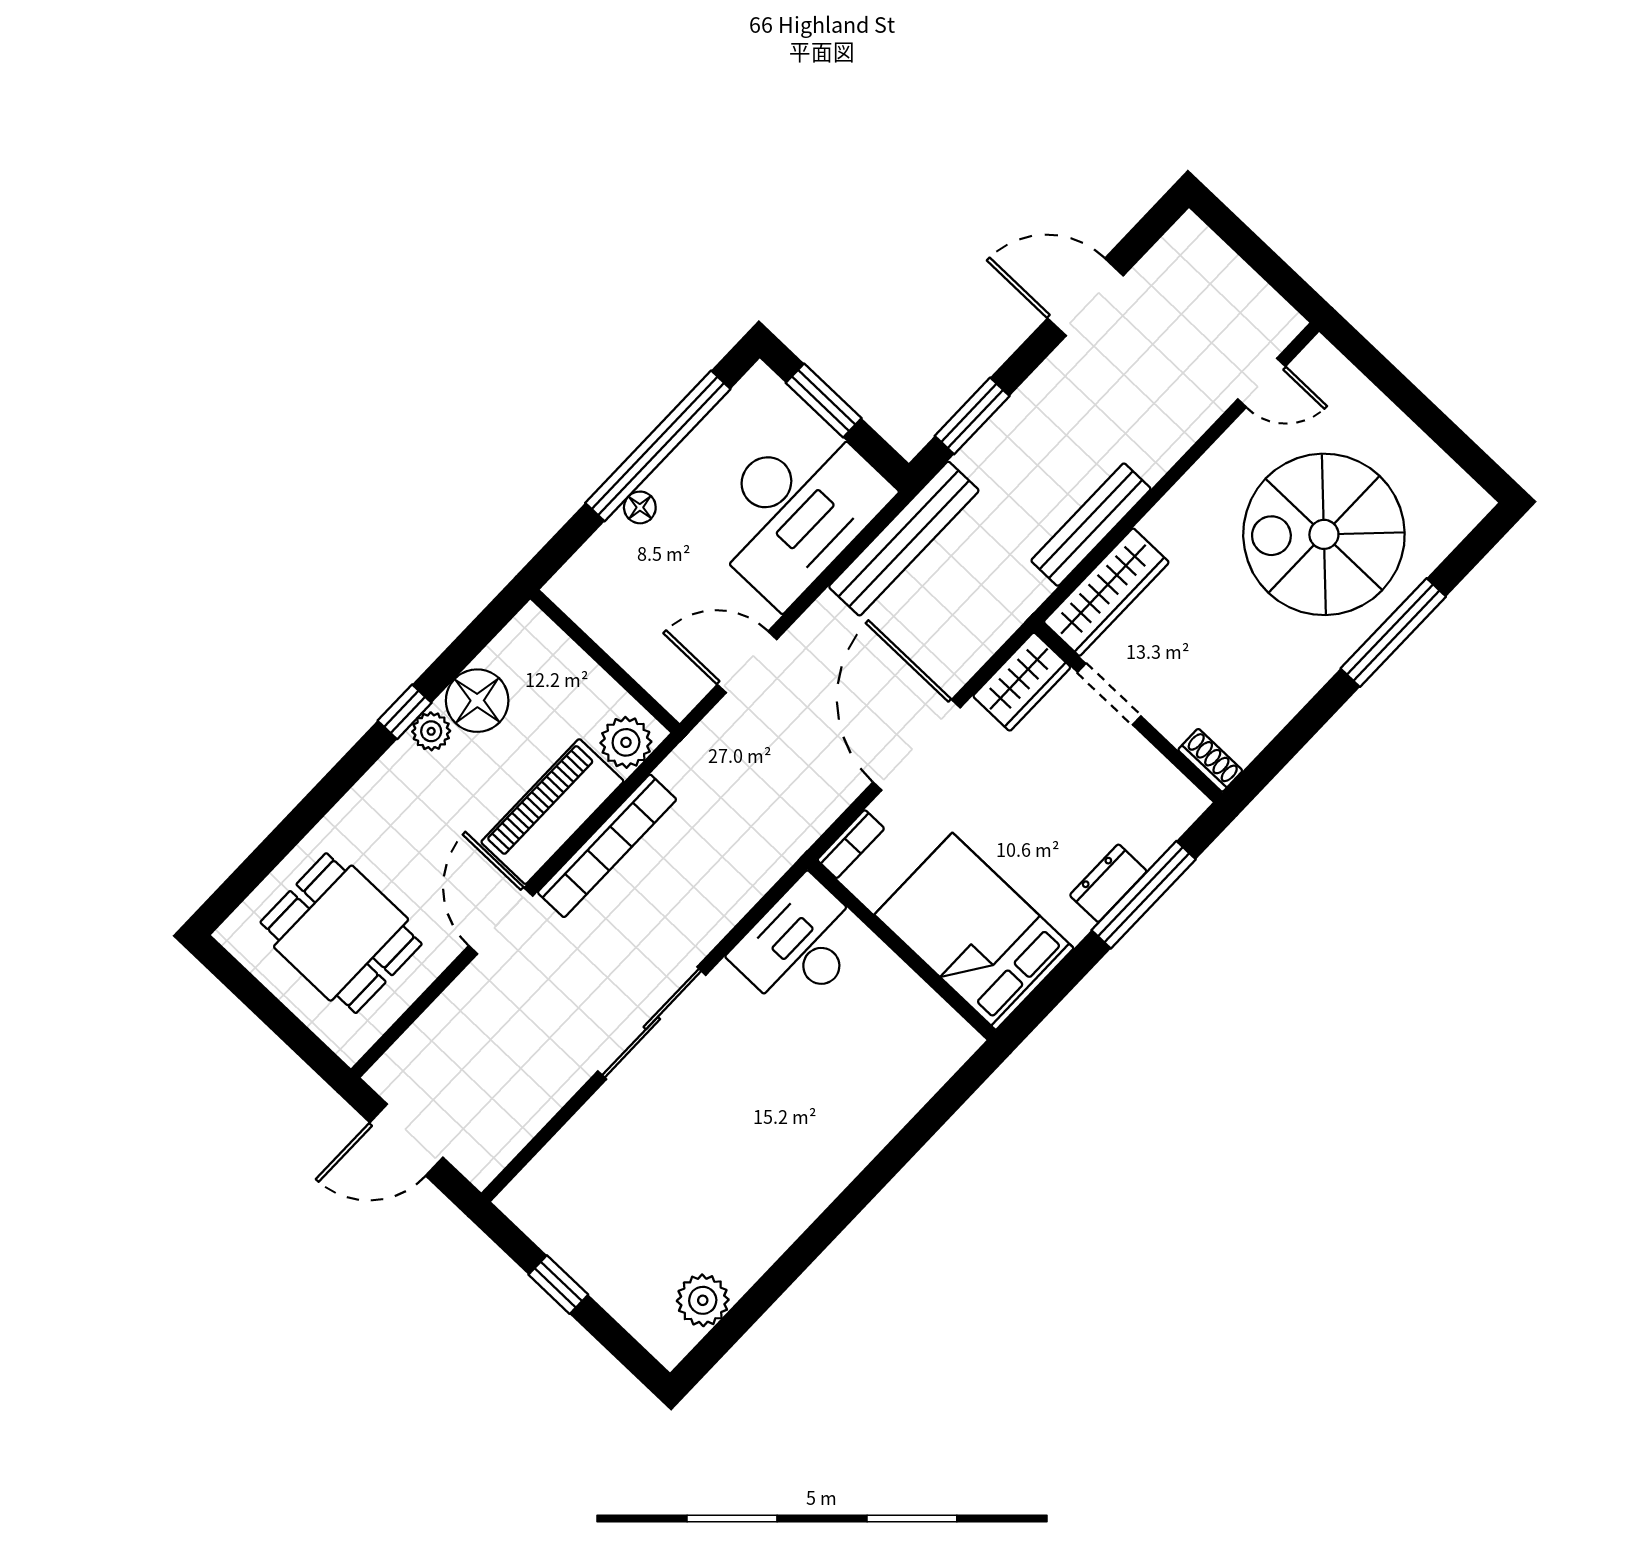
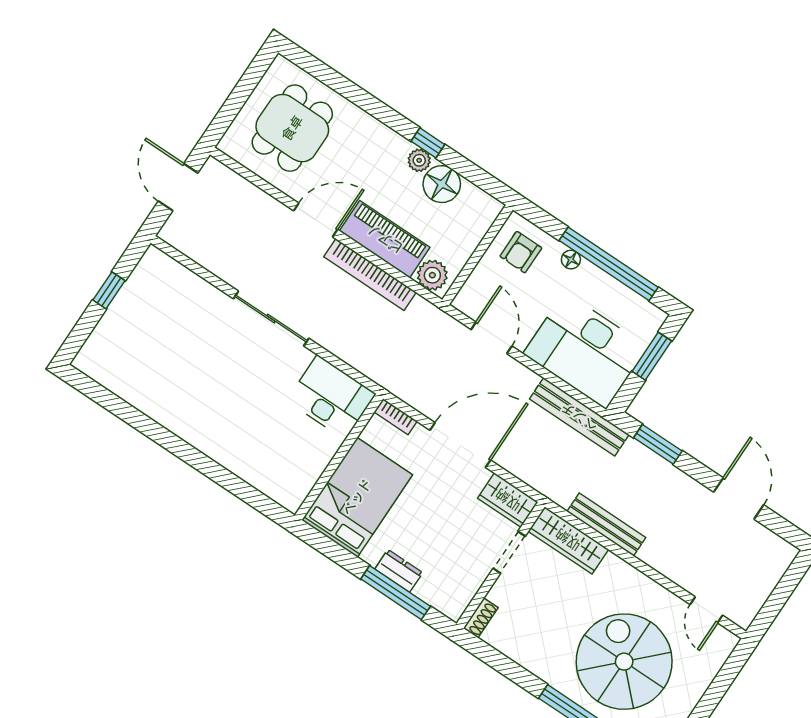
armchair: (613, 589) -> (521, 252), added
plant: (703, 1300) -> (114, 376), removed

